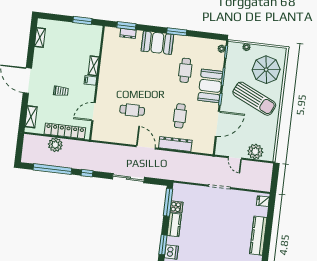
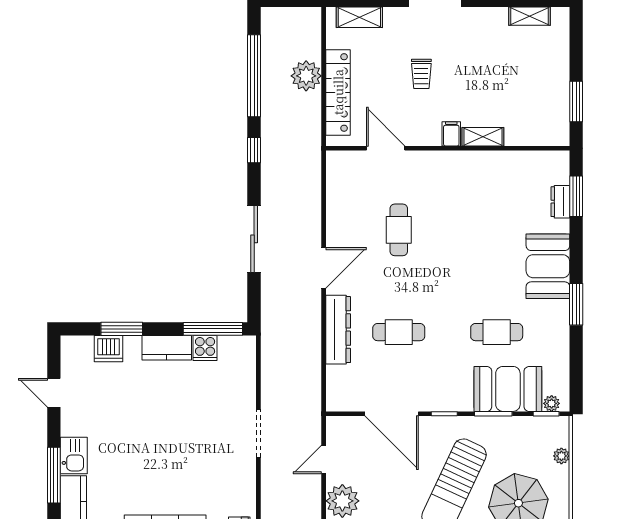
booth: (210, 86) -> (508, 389), moved

